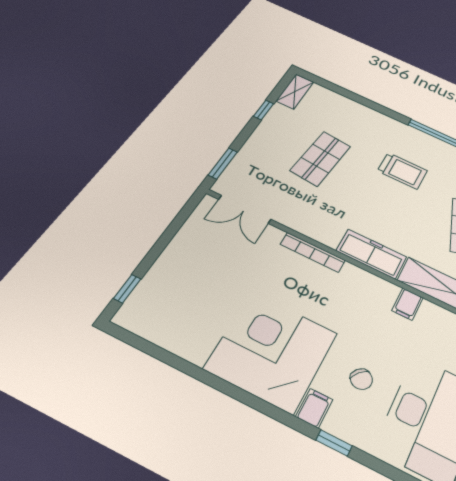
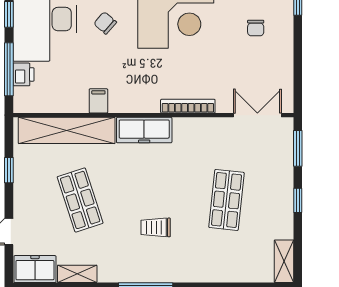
window: (264, 110) -> (298, 200), moved
trolley: (402, 171) -> (156, 227), width x0.73, depth x0.72
chair: (192, 288) -> (256, 28), added

